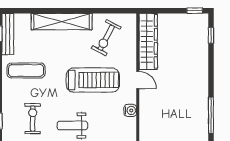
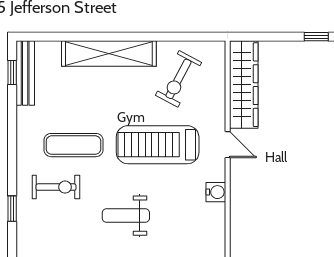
exercise mat: (26, 70) -> (73, 145), moved
treadmill: (93, 80) -> (158, 145), turned 180
exercise bike: (33, 119) -> (56, 187), moved, turned 90

